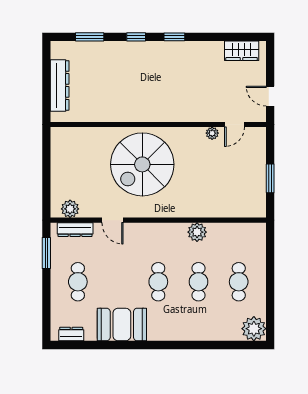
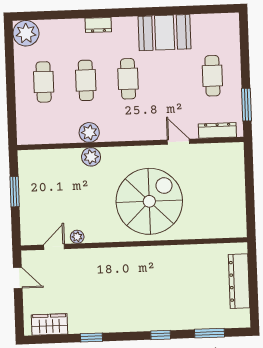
window: (174, 37) -> (91, 337), moved
plant: (70, 209) -> (91, 157), moved
dresser: (71, 334) -> (98, 25), moved

